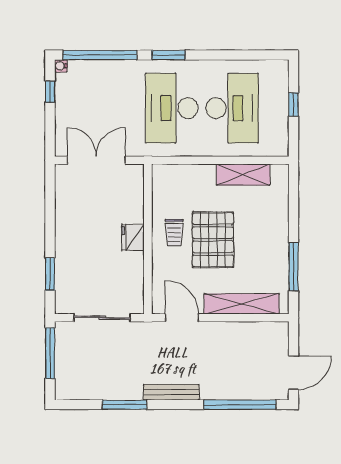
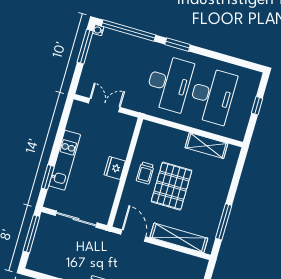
window: (50, 92) -> (85, 47), width x2.17
desk: (172, 108) -> (169, 83), turned 180
double door: (96, 160) -> (104, 105), width x0.73
kitchen unit: (66, 246) -> (65, 160), added

